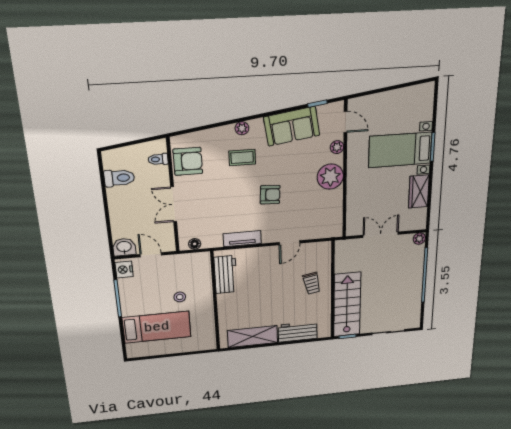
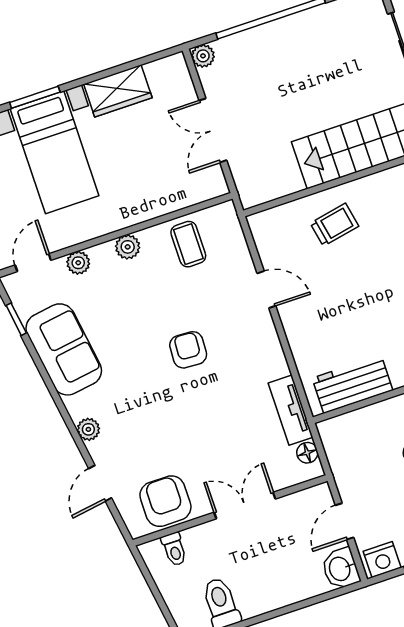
door: (208, 127) -> (100, 483), added
coffee table: (242, 157) -> (188, 244), moved
plant: (330, 177) -> (128, 247), width x0.53, depth x0.53
double door: (174, 204) -> (245, 506), swing flipped
tv unit: (242, 239) -> (291, 410), moved

